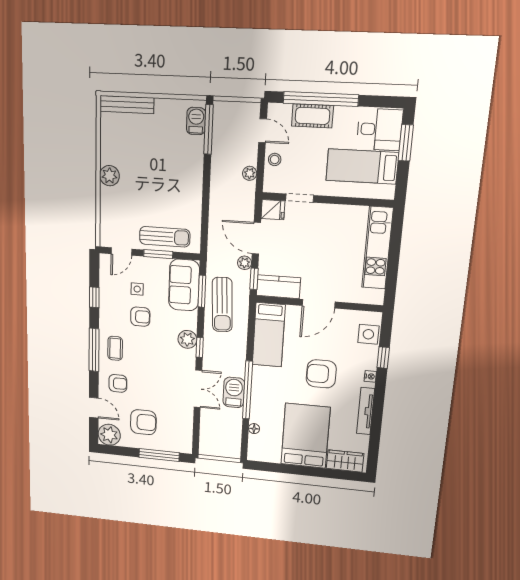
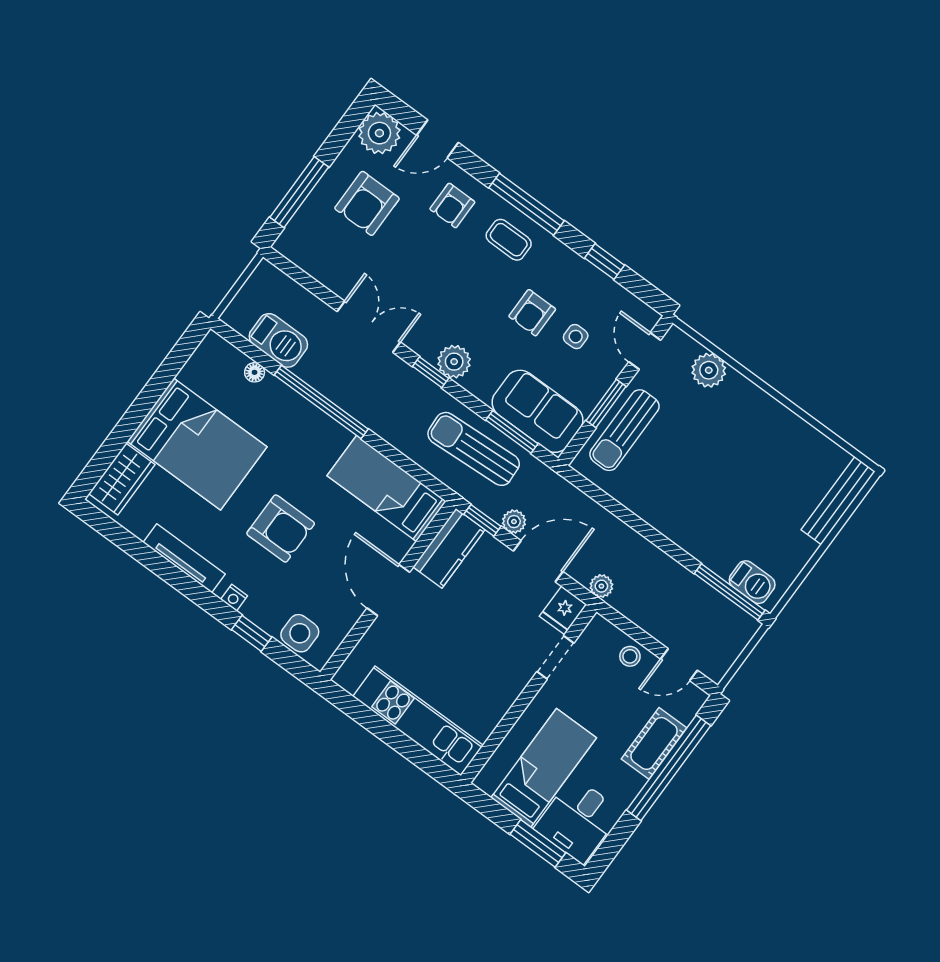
plant: (250, 173) -> (601, 586), moved
plant: (109, 176) -> (709, 370), moved
armchair: (321, 374) -> (281, 529), turned 90
double door: (198, 389) -> (369, 327), swing flipped
barbecue: (234, 392) -> (278, 340), moved

